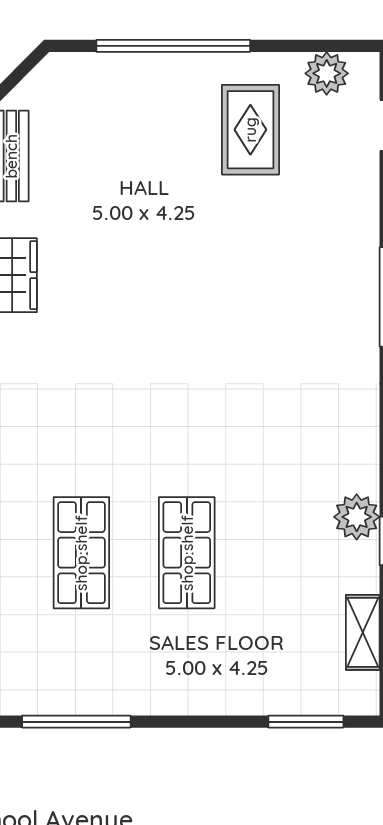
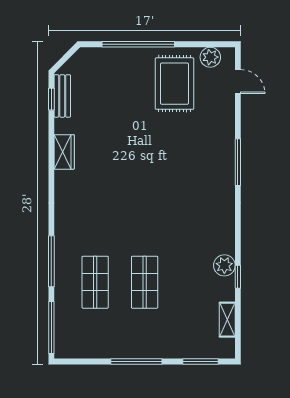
rug: (250, 130) -> (174, 84), width x1.36, depth x1.43
window: (76, 722) -> (136, 361), moved

